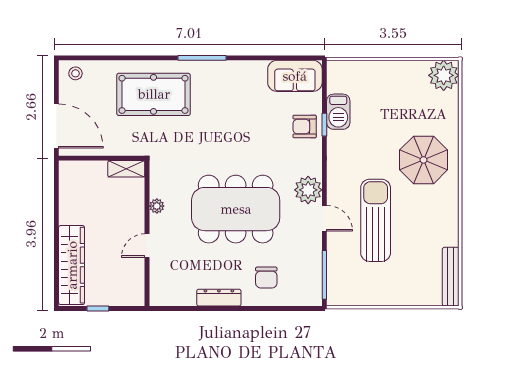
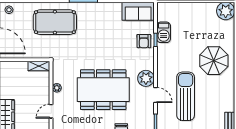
armchair: (305, 127) -> (144, 41), turned -90

